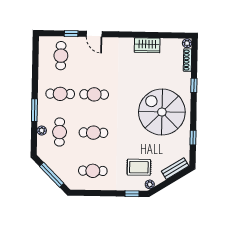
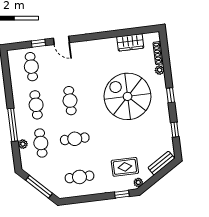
plant: (187, 43) -> (160, 70), moved
wardrobe: (147, 45) -> (130, 42), moved
window: (194, 85) -> (170, 95), moved
cafe table: (60, 94) -> (36, 105), turned 90
cafe table: (94, 94) -> (70, 101), turned 90
window: (34, 110) -> (13, 125), width x1.44
spiral stairs: (162, 112) -> (128, 96), moved

